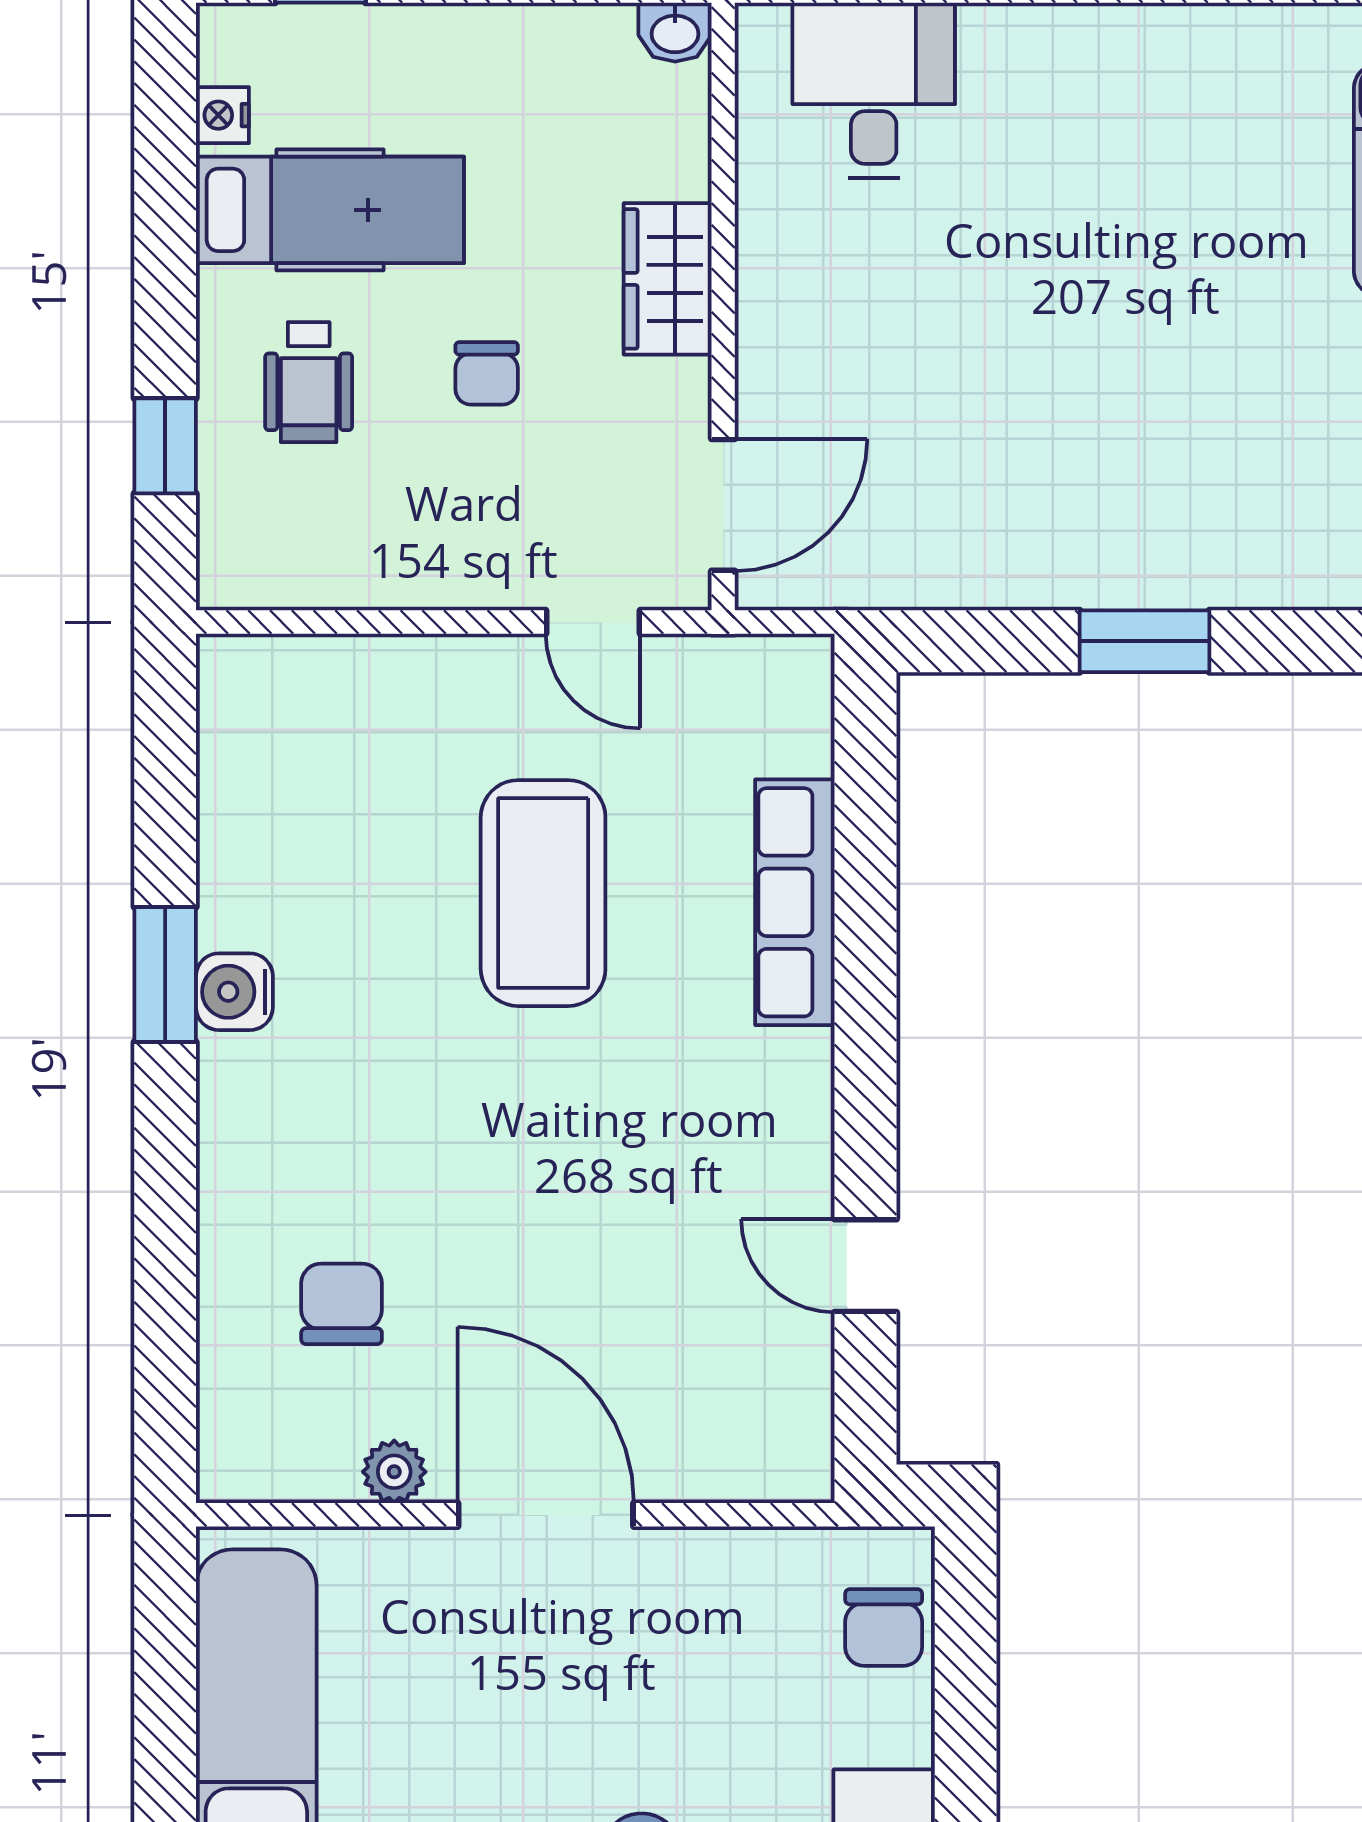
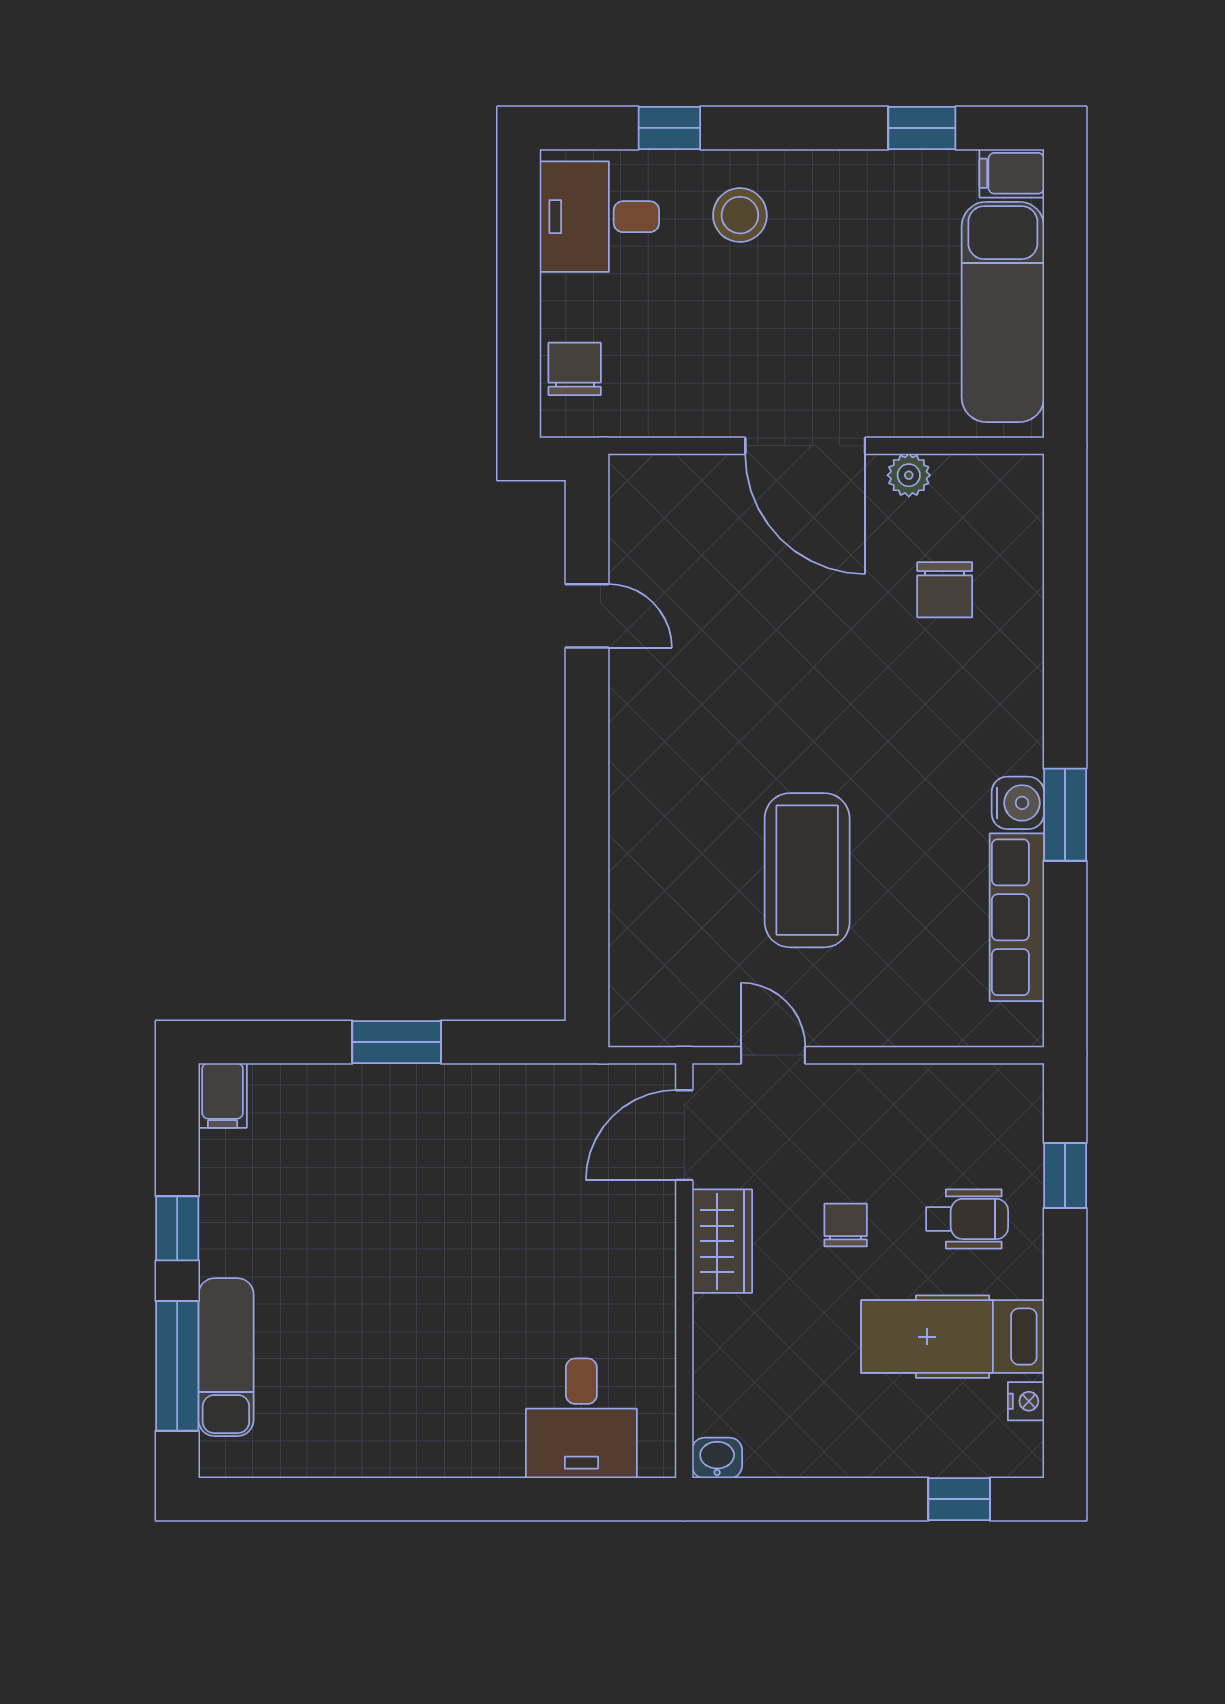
wardrobe: (668, 279) -> (722, 1241), moved
wheelchair: (309, 382) -> (967, 1219), turned 90
row of seats: (795, 902) -> (1017, 917), moved, turned 180

